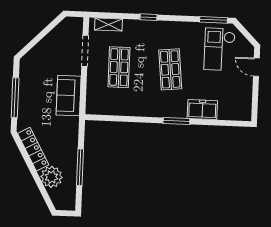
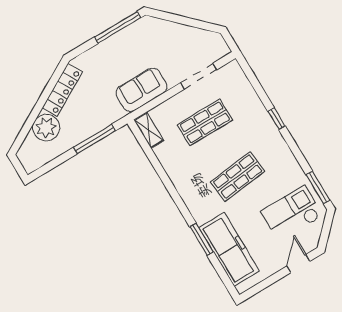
shelving: (109, 24) -> (149, 130), moved
window: (15, 98) -> (118, 27), moved
freezer: (202, 110) -> (229, 249), width x1.91, depth x1.26
window: (176, 121) -> (202, 239), moved
window: (80, 167) -> (94, 139), moved

